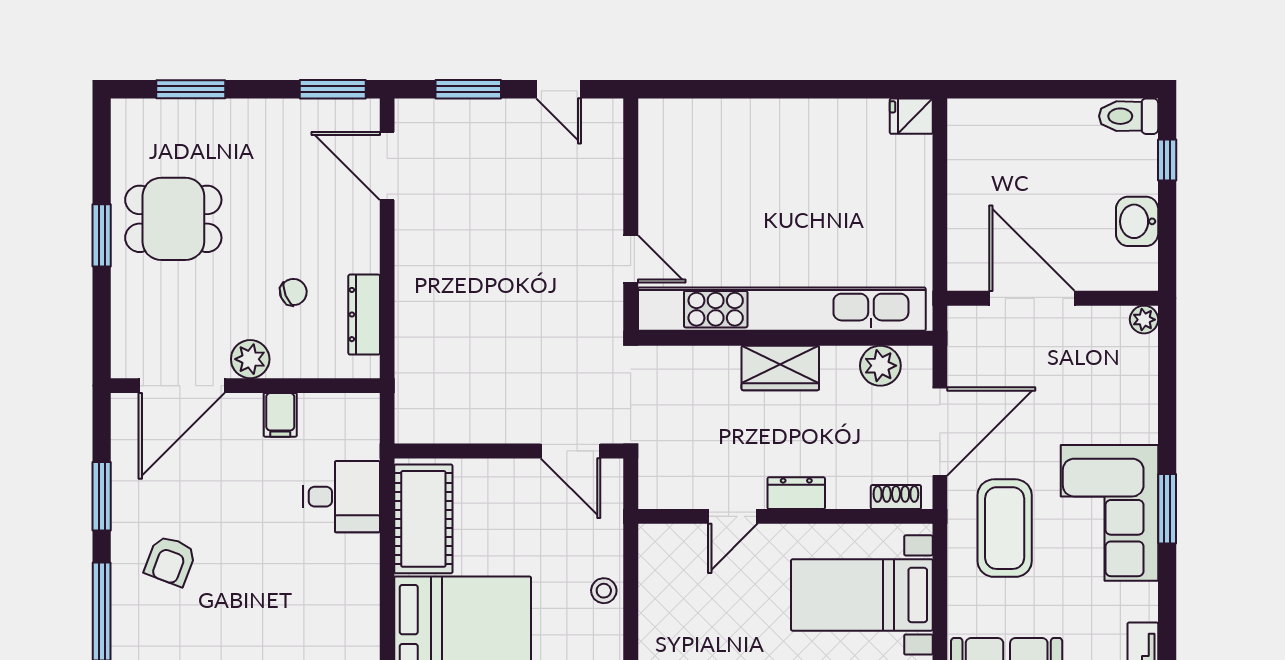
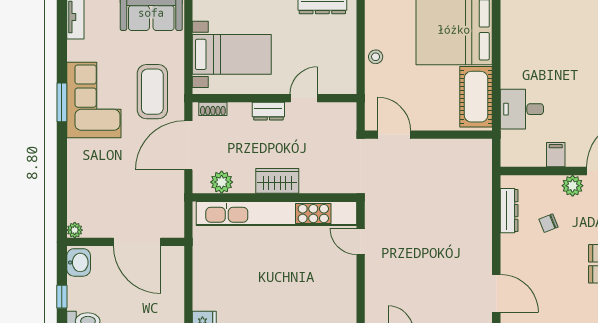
door: (1032, 298) -> (137, 242), moved
wall: (1053, 298) -> (126, 242), moved
plant: (1144, 320) -> (75, 230), moved

